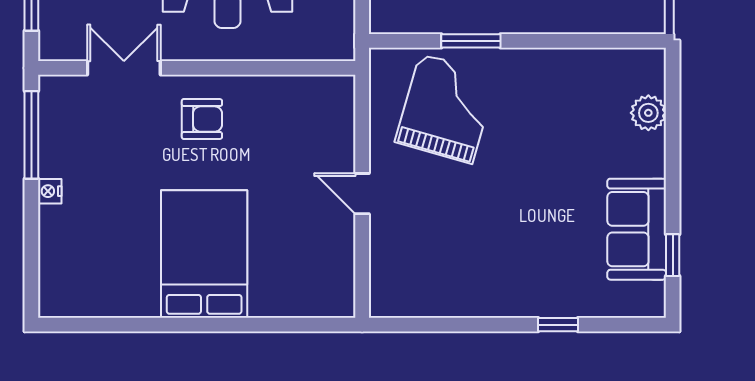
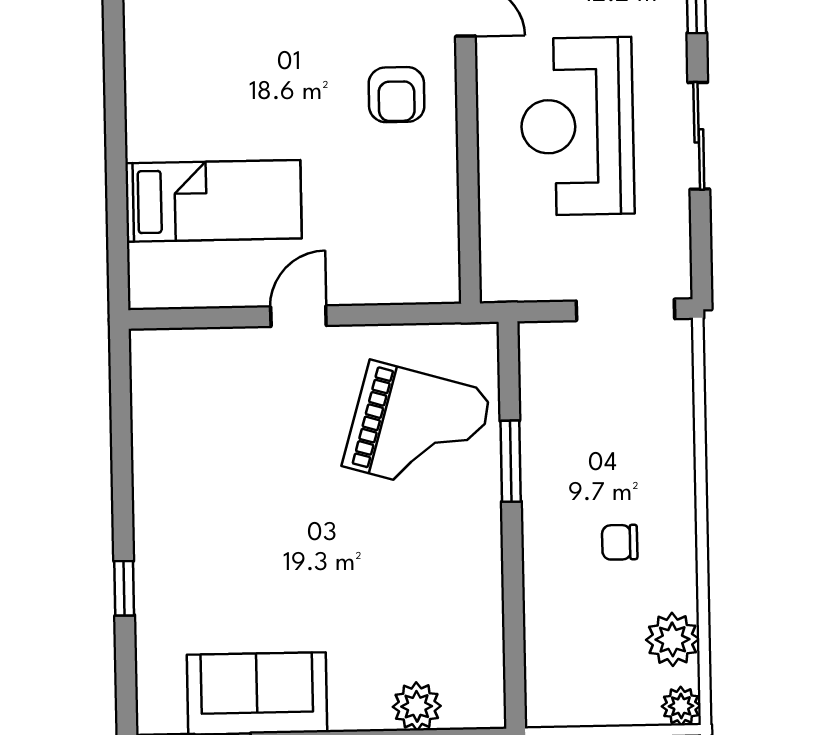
bed: (204, 254) -> (213, 201), moved, width x0.67

